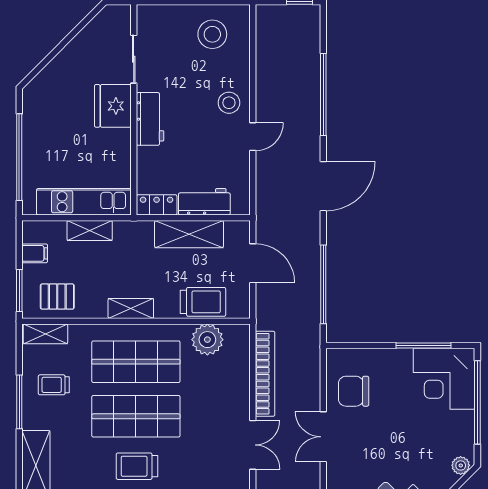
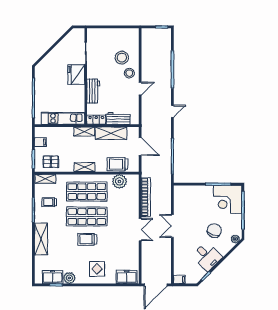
stool: (212, 34) -> (122, 58), moved
workbench: (150, 119) -> (93, 91), moved
door: (323, 186) -> (172, 111), width x0.53
shelving: (90, 230) -> (84, 132), moved
trolley: (203, 302) -> (117, 164), turned 180
chair: (354, 391) -> (214, 231), moved, turned 109

